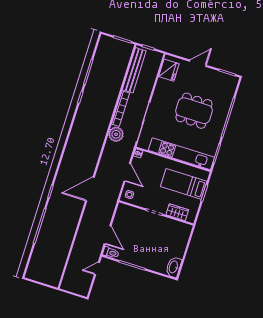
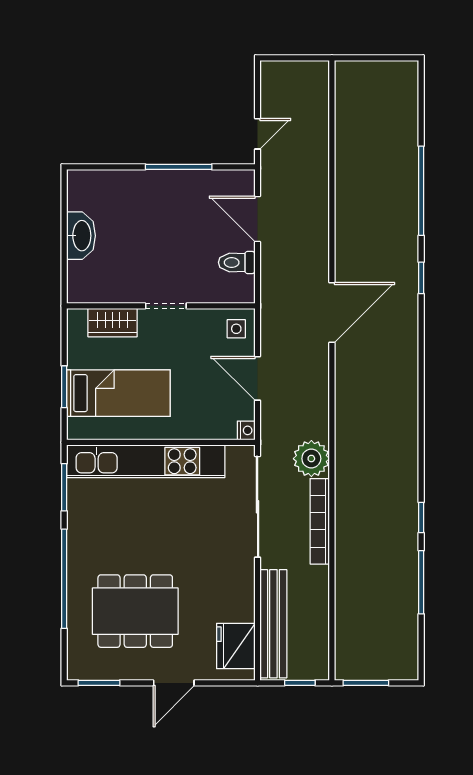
bench: (134, 70) -> (273, 624), moved
dining table: (194, 111) -> (135, 611), moved
toilet: (111, 253) -> (237, 262), moved
washbasin: (174, 267) -> (81, 236), moved

